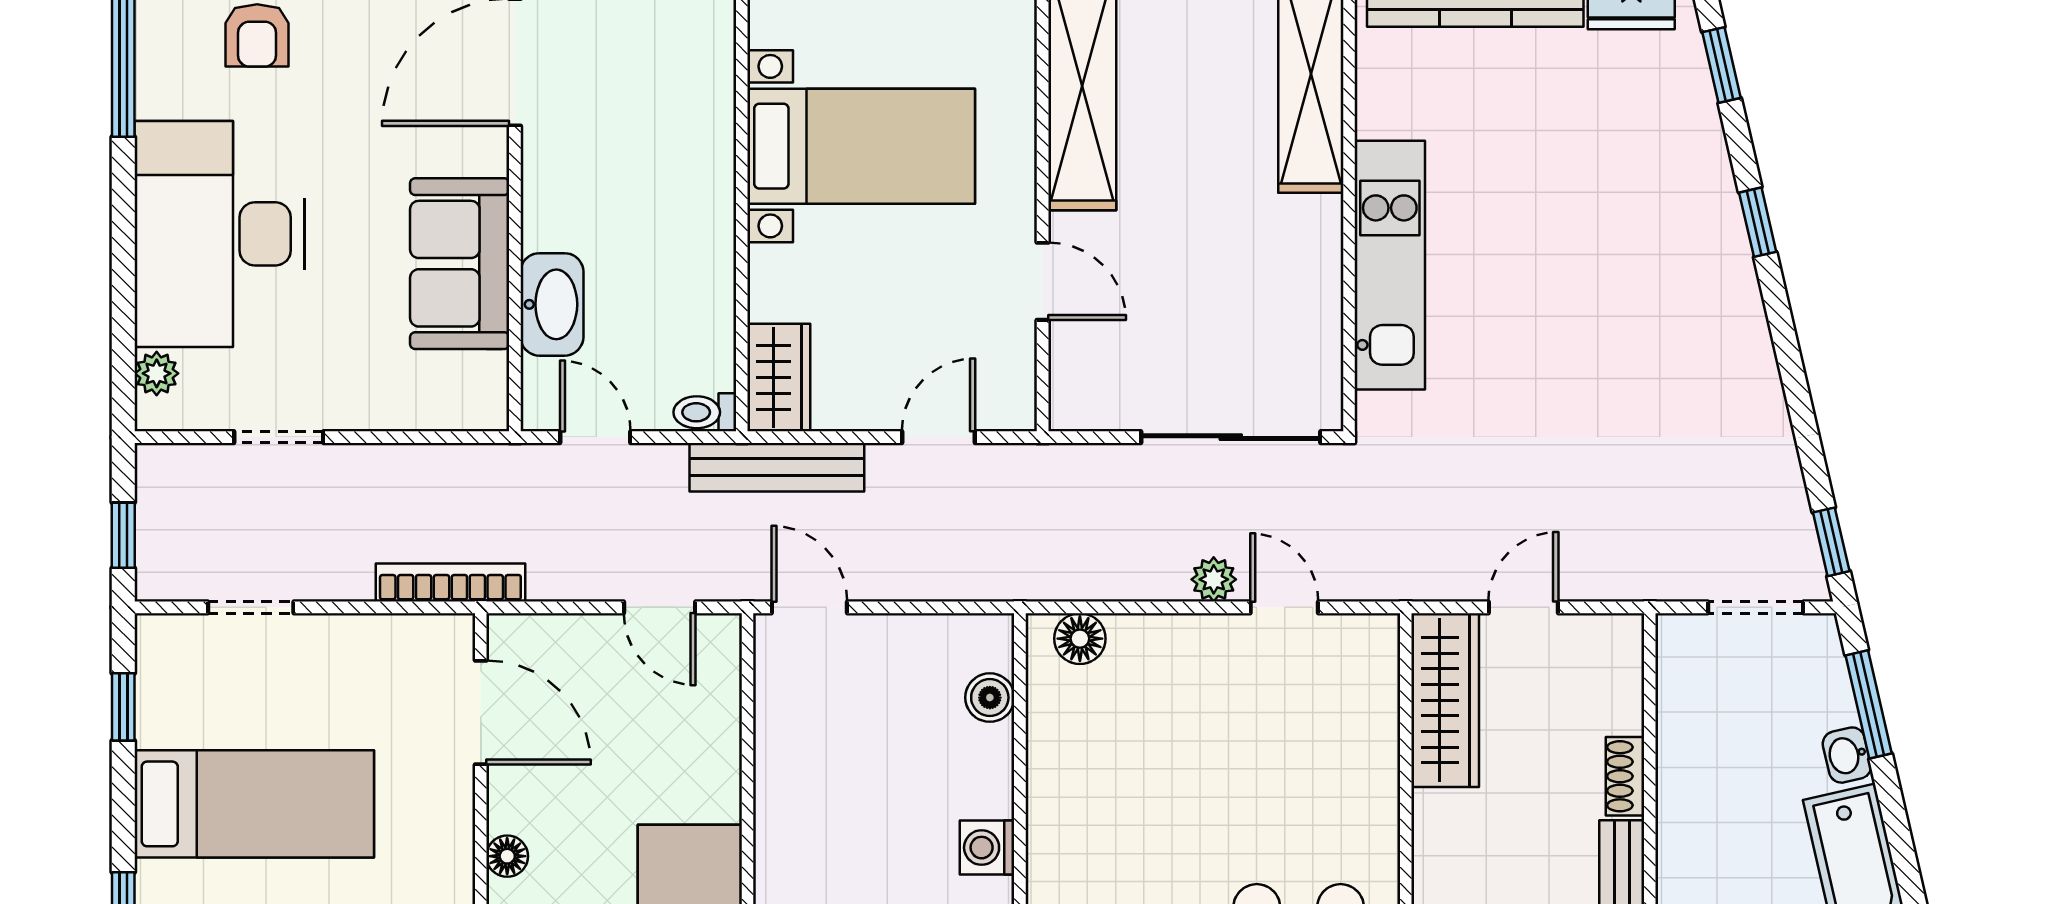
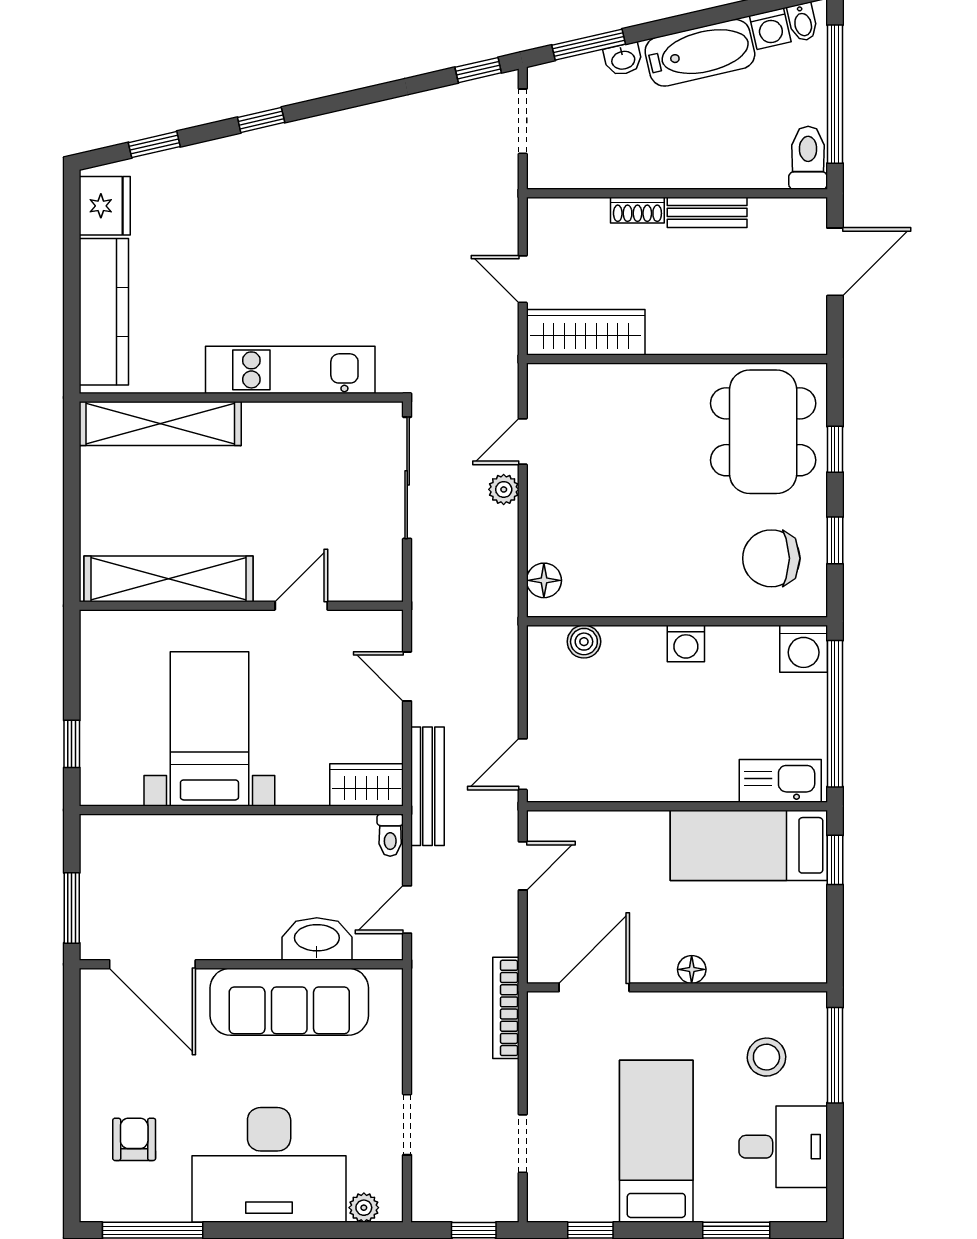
armchair: (257, 35) -> (134, 1139), turned -90
sofa: (460, 264) -> (289, 1002), width x1.36

